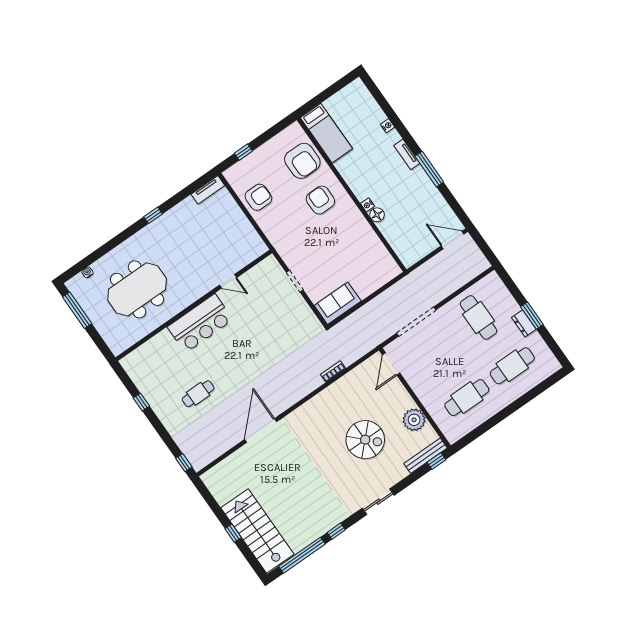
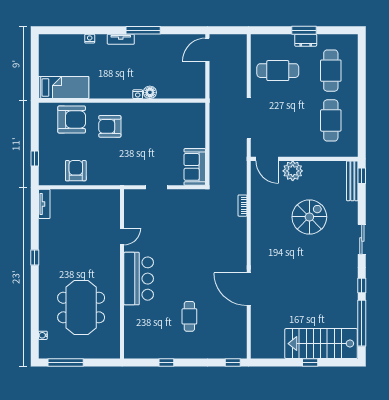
plant: (414, 420) -> (293, 171), moved

